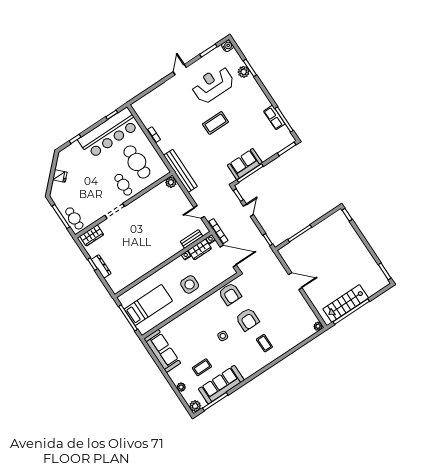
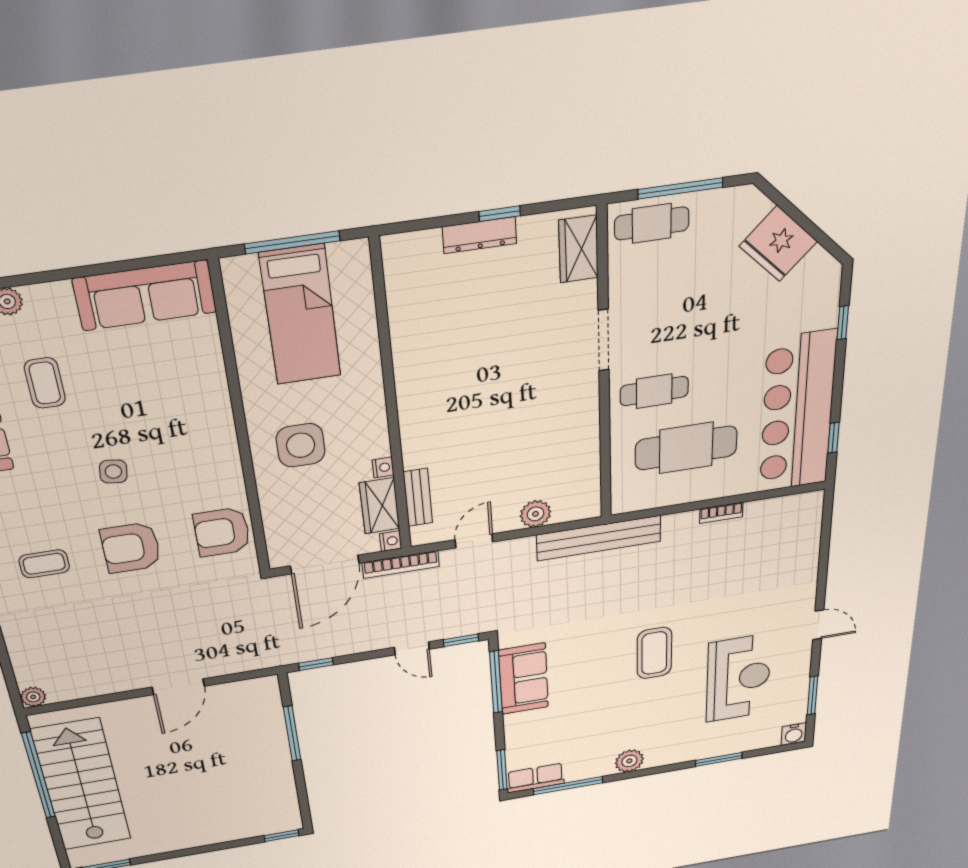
plant: (244, 72) -> (629, 761), moved
row of seats: (274, 117) -> (535, 778), moved
fridge: (60, 176) -> (778, 244), width x1.88, depth x1.34
plant: (171, 182) -> (535, 514), moved
stairs: (346, 303) -> (82, 785), width x1.36, depth x1.51

